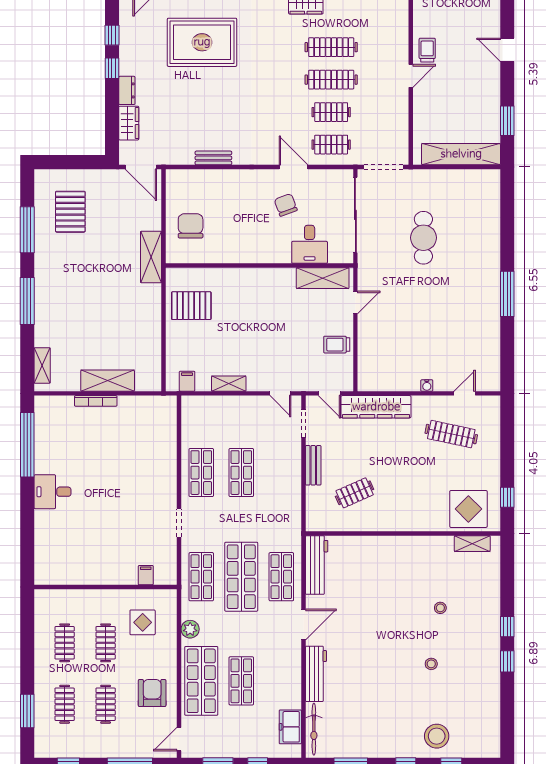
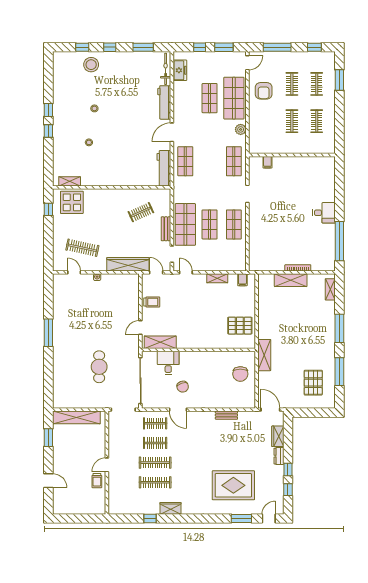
door: (465, 393) -> (74, 272), swing flipped
shop shelf: (241, 577) -> (185, 224), moved
display table: (143, 622) -> (269, 134), removed

